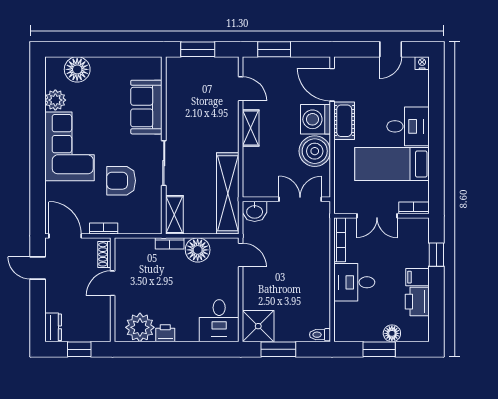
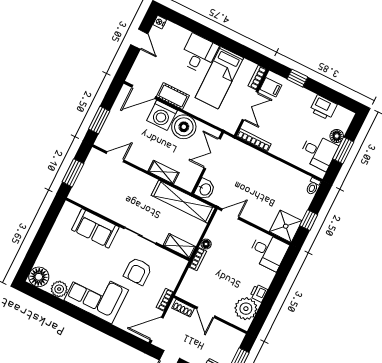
floor lamp: (77, 69) -> (39, 277), moved
shelving: (251, 128) -> (164, 172), moved
floor lamp: (198, 250) -> (206, 244), width x0.53, depth x0.53
filing cabinet: (417, 277) -> (271, 87), moved, turned -90
desk: (354, 282) -> (319, 152), moved, turned -90
window: (278, 349) -> (309, 220), width x0.67

